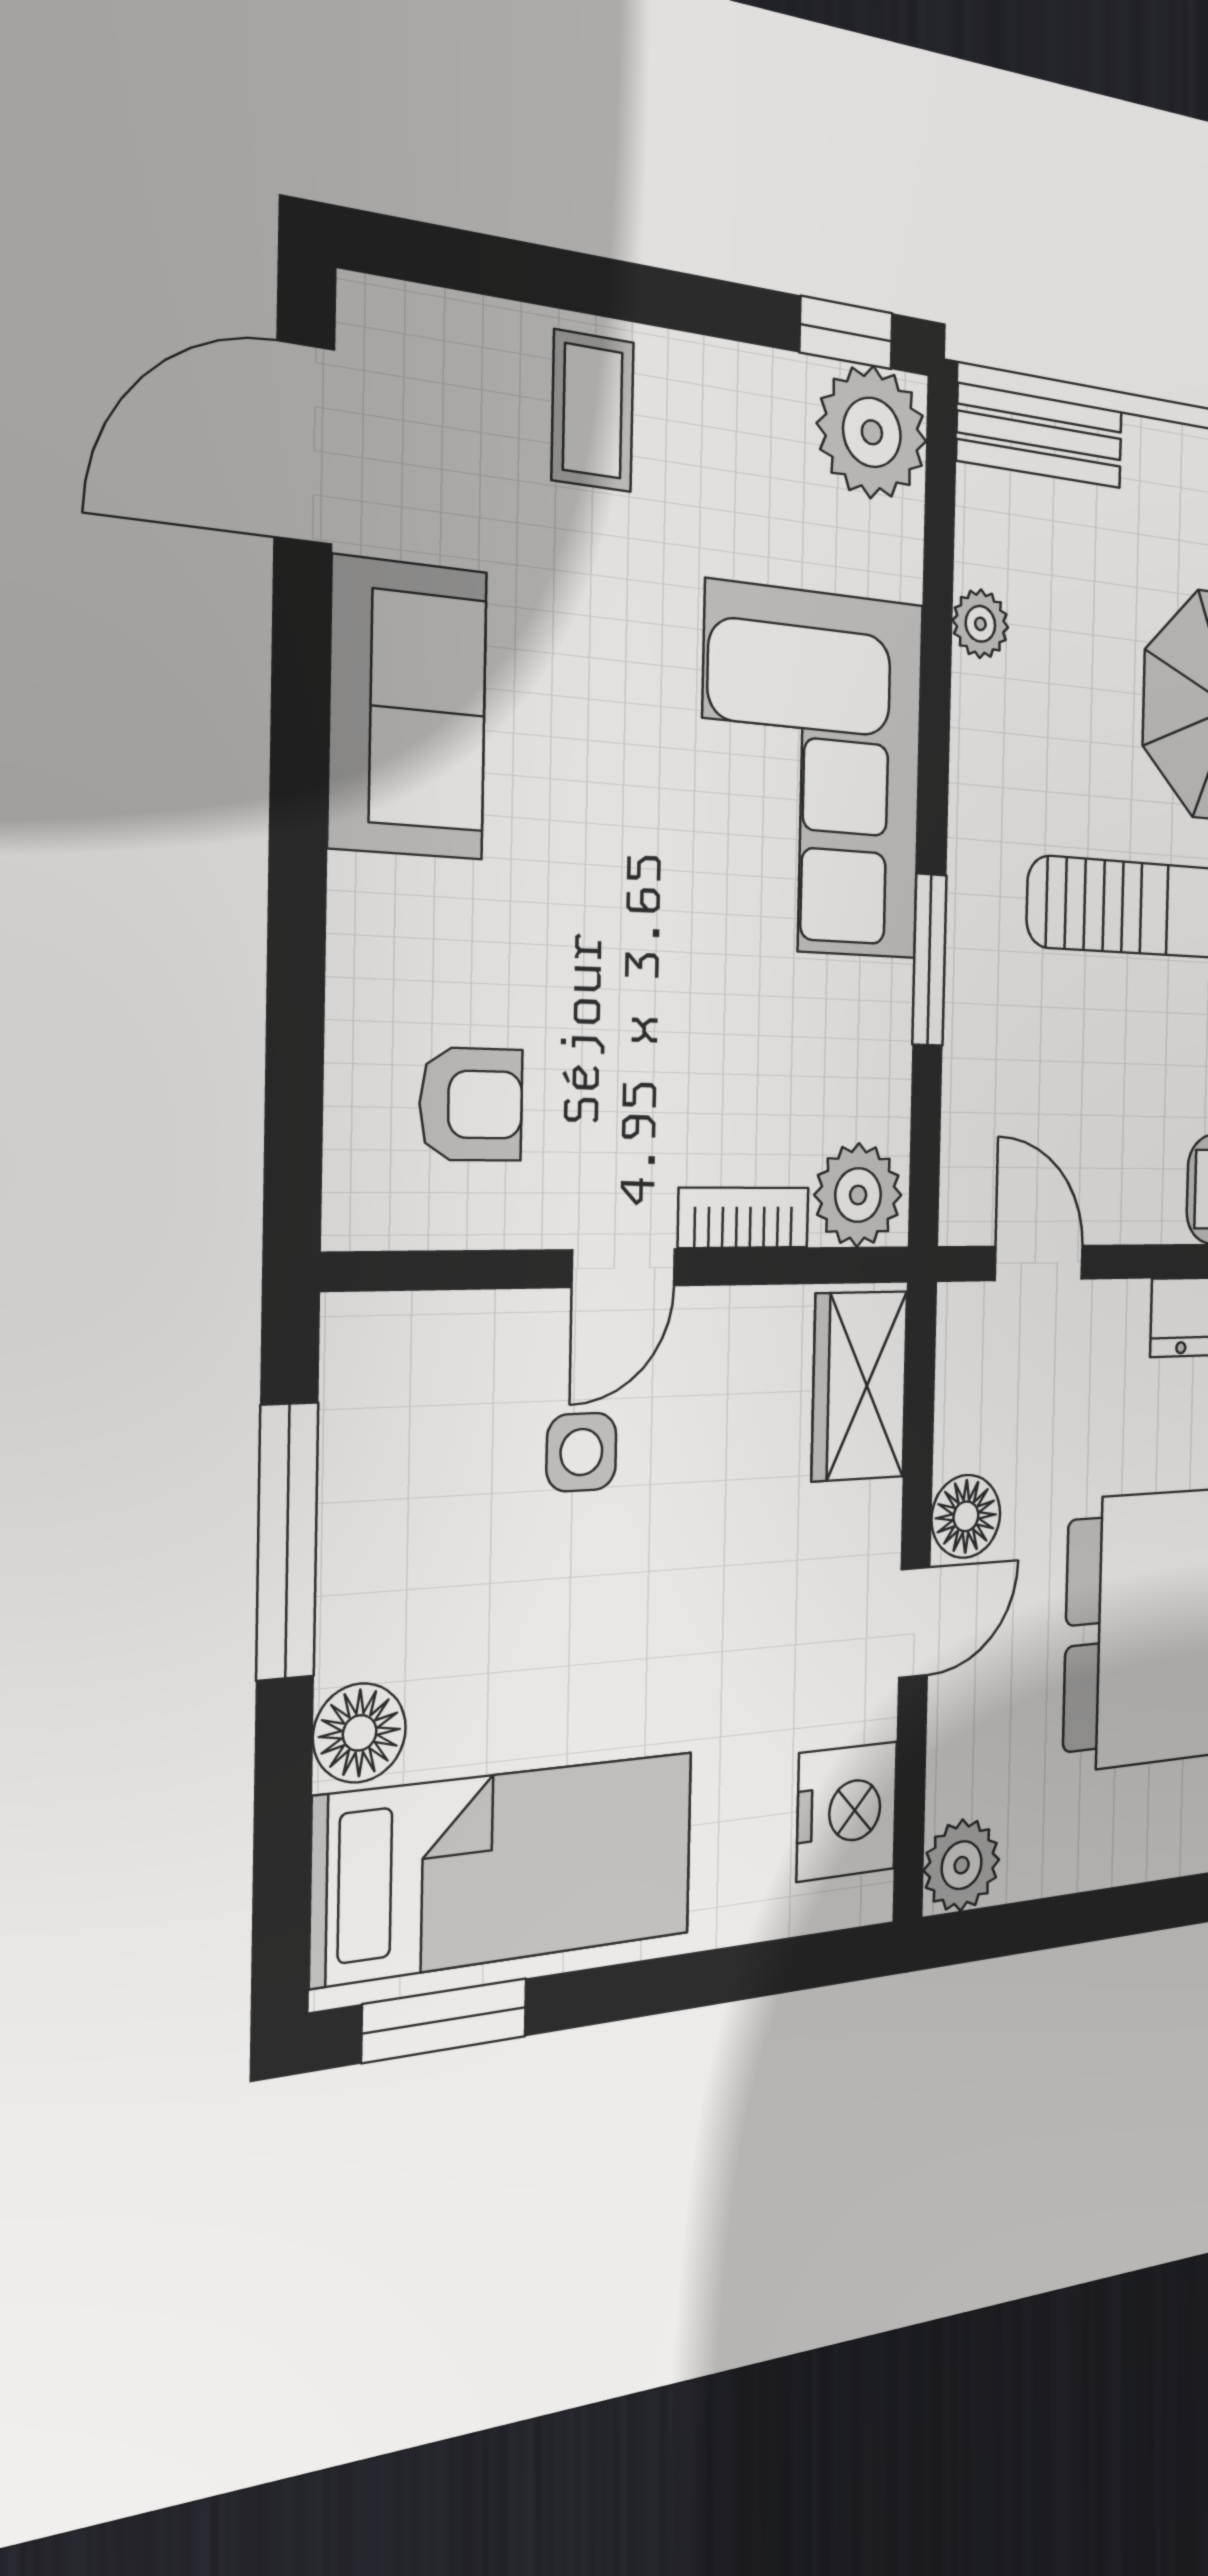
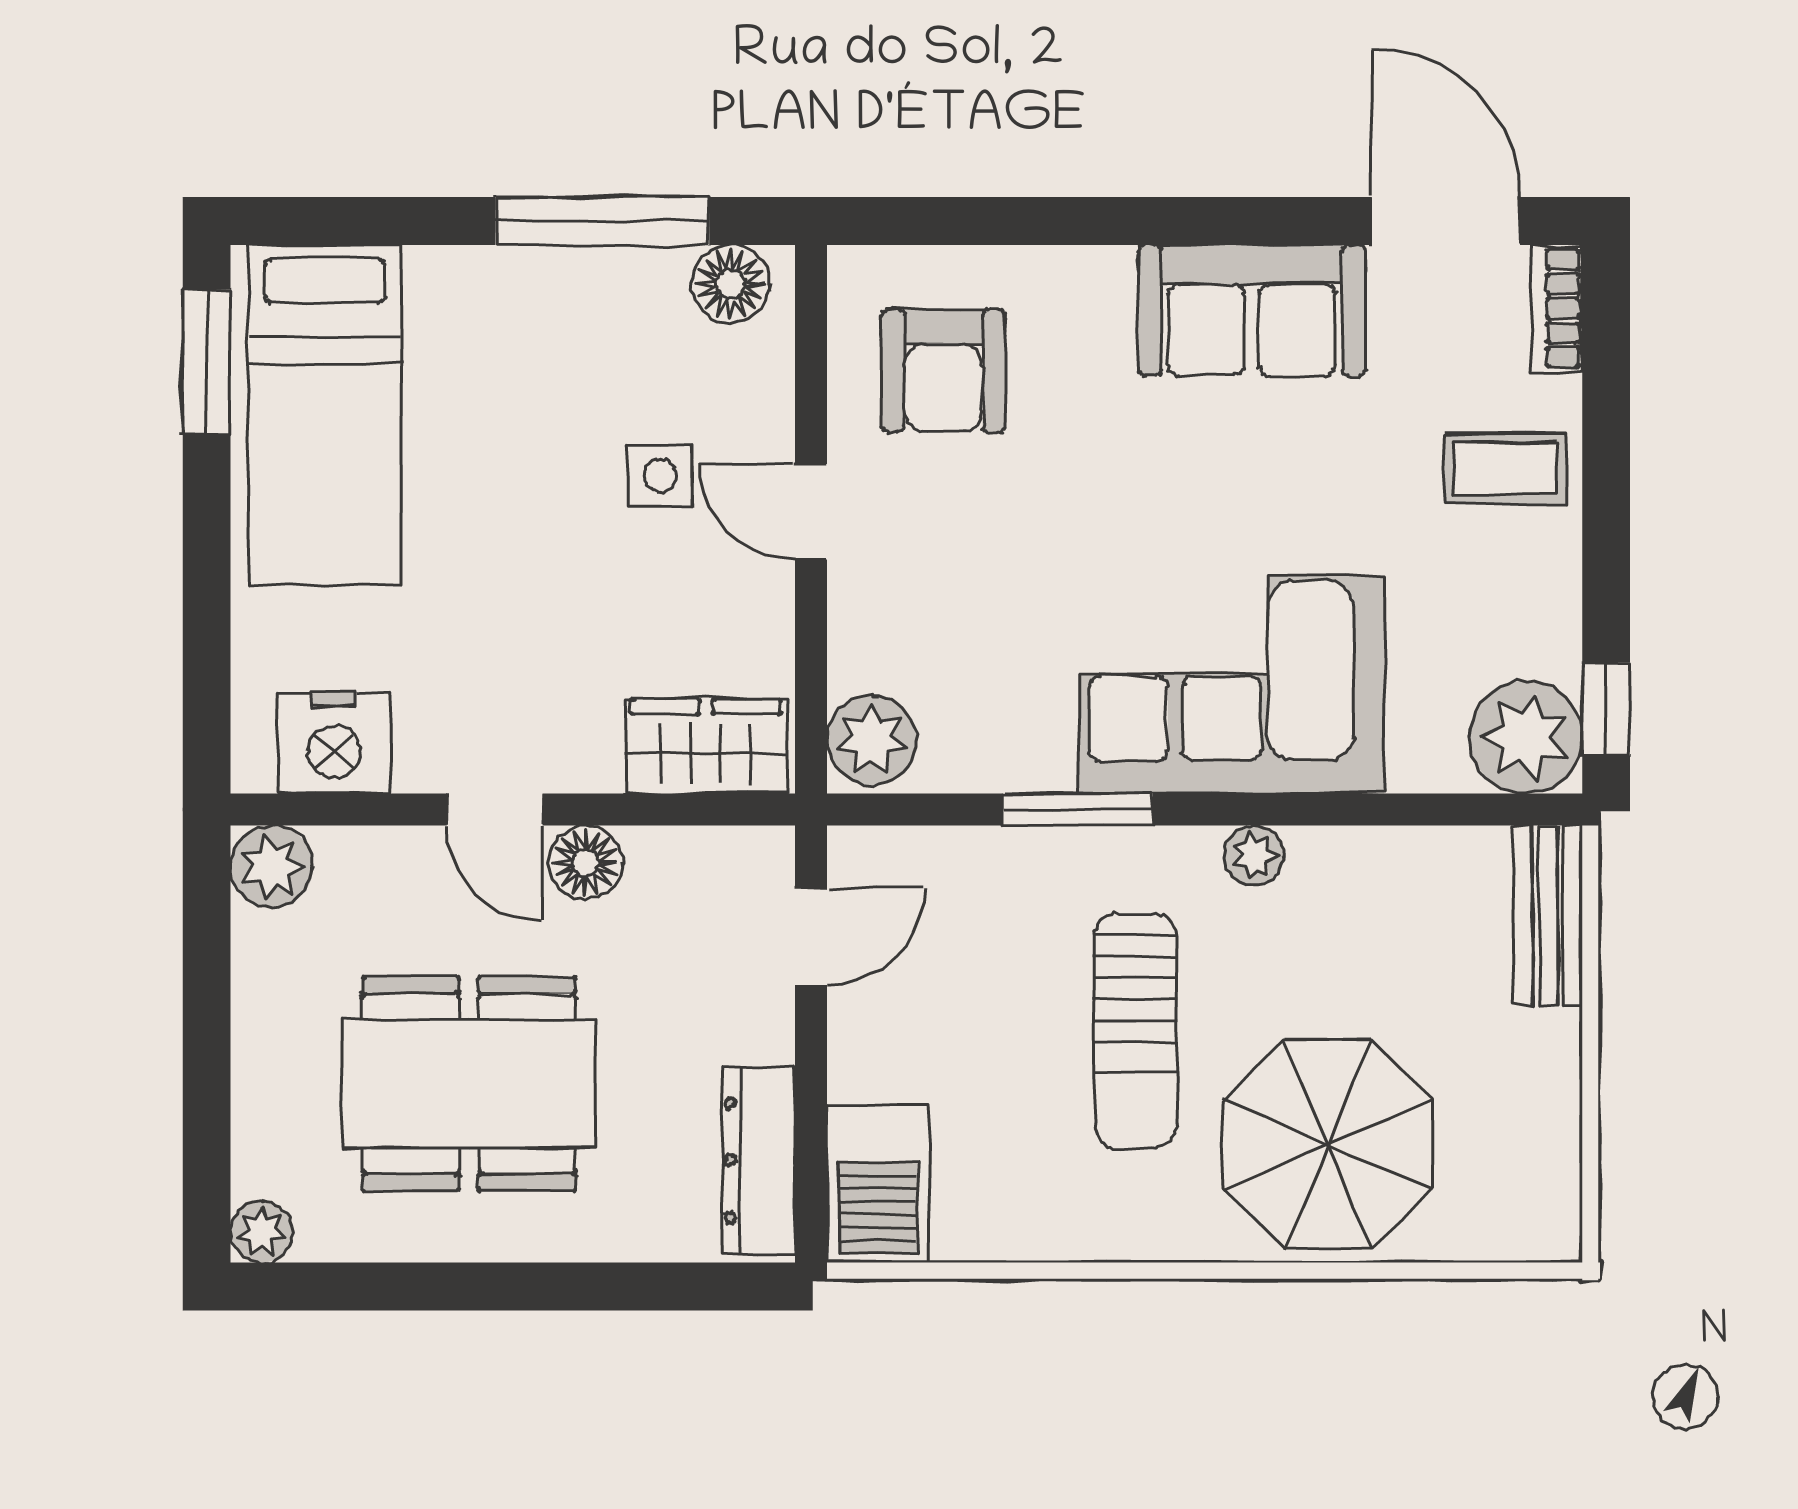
plant: (980, 624) -> (1254, 855), moved
armchair: (471, 1104) -> (943, 371), width x1.38, depth x1.38
bookcase: (744, 1218) -> (1557, 308), moved, turned 180
floor lamp: (360, 1733) -> (730, 284), moved

